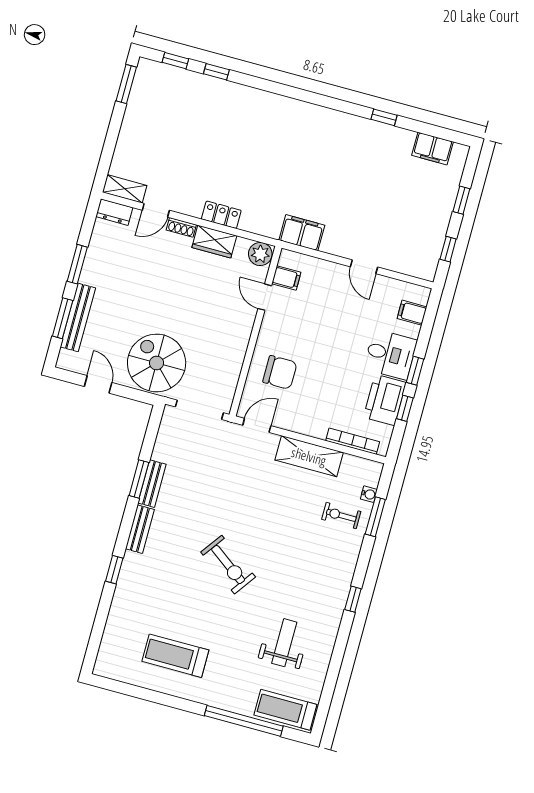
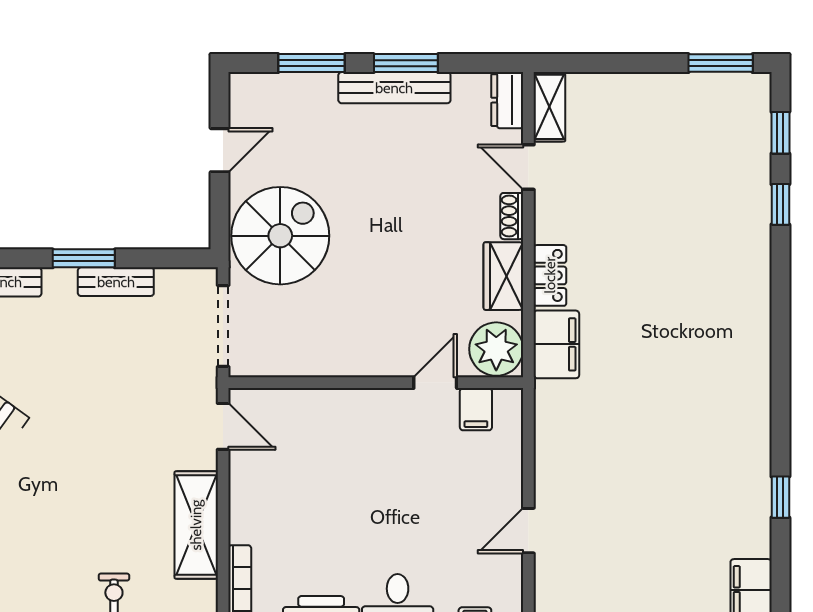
filing cabinet: (302, 233) -> (556, 344), moved
plant: (260, 254) -> (496, 349), width x1.36, depth x1.36
bench: (78, 317) -> (394, 88), moved
chair: (280, 372) -> (320, 440), removed
bench: (152, 484) -> (116, 282), moved

